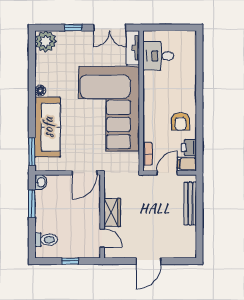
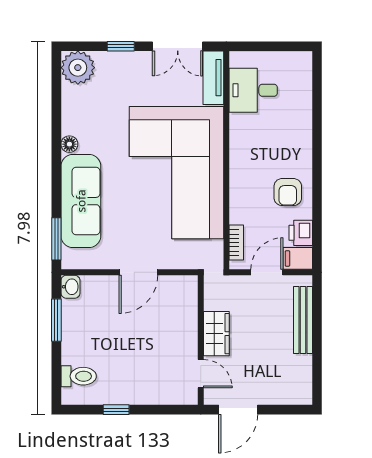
wardrobe: (112, 212) -> (216, 334), moved
wall: (102, 216) -> (201, 340), moved
door: (102, 238) -> (201, 374), moved

